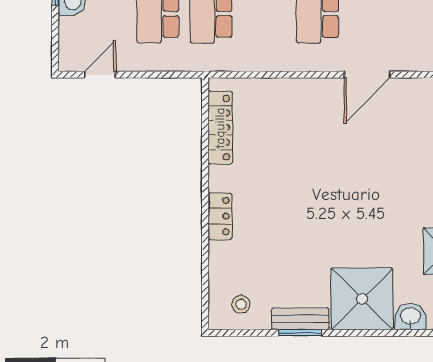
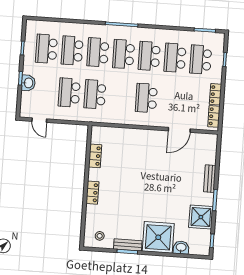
door: (100, 75) -> (39, 120), swing flipped
door: (367, 75) -> (179, 130), moved
locker: (220, 128) -> (95, 156), width x0.66

